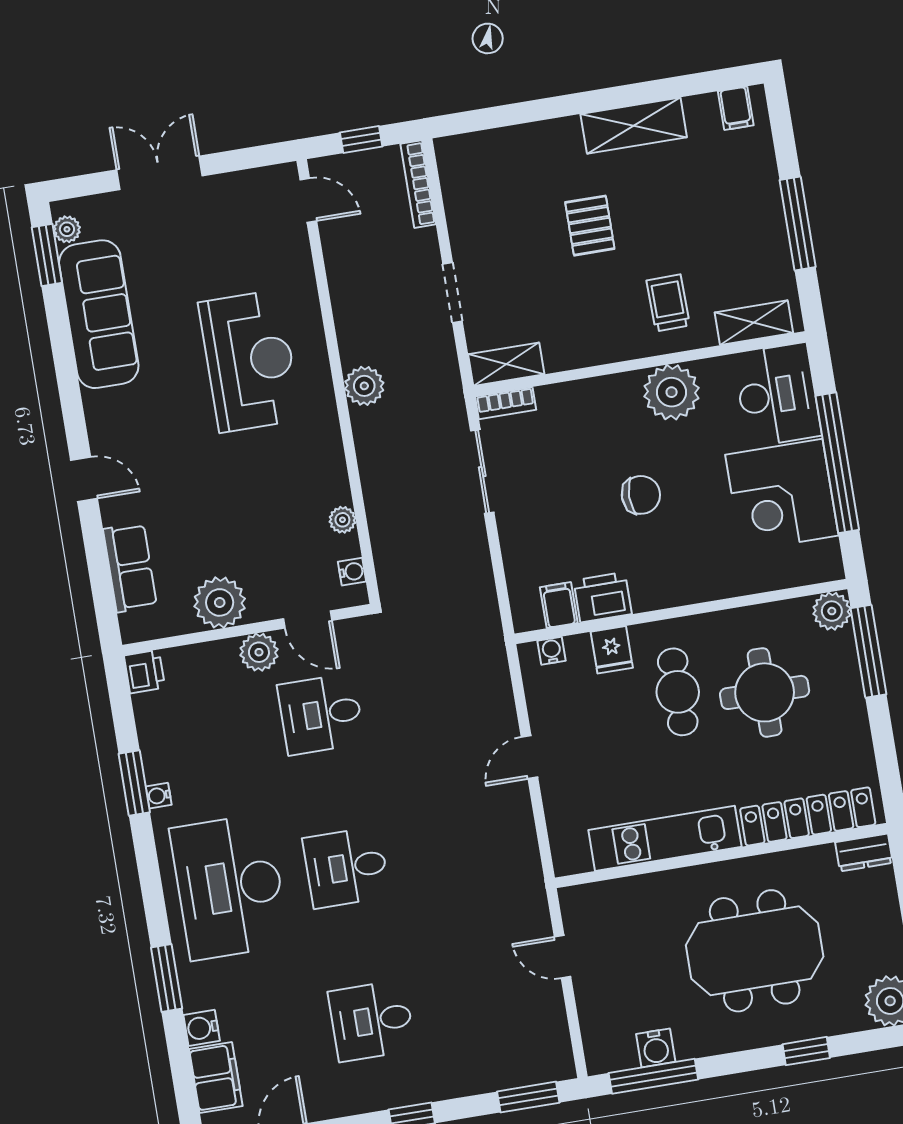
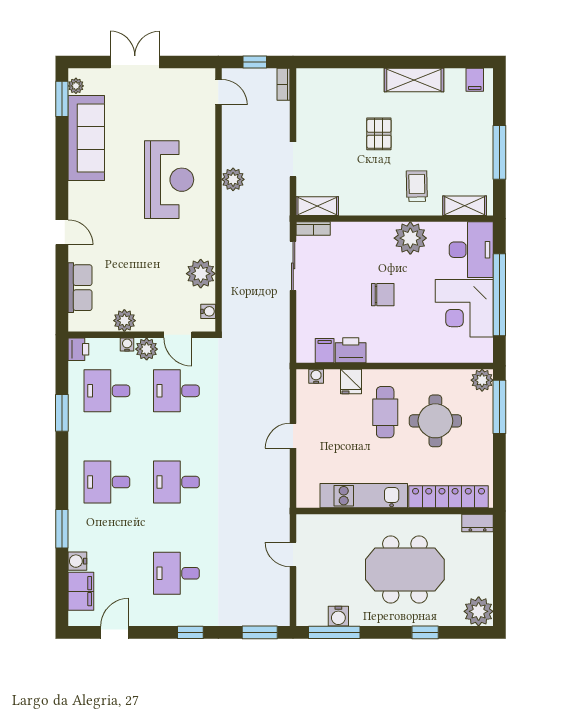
bookcase: (418, 184) -> (284, 84), width x0.64
plant: (364, 386) -> (233, 179), moved
plant: (342, 520) -> (201, 274), width x1.88, depth x1.88
plant: (220, 602) -> (124, 321), width x0.73, depth x0.73
desk: (204, 733) -> (107, 391), added
water cooler: (159, 796) -> (127, 345), moved, turned 90
desk: (229, 887) -> (107, 482), width x0.53, depth x0.77

